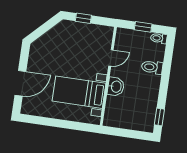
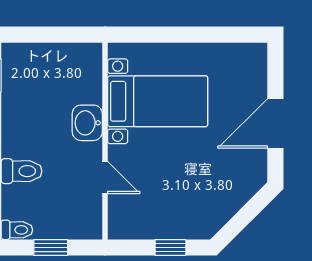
door: (111, 58) -> (105, 178), swing flipped
door: (20, 83) -> (275, 124), moved

